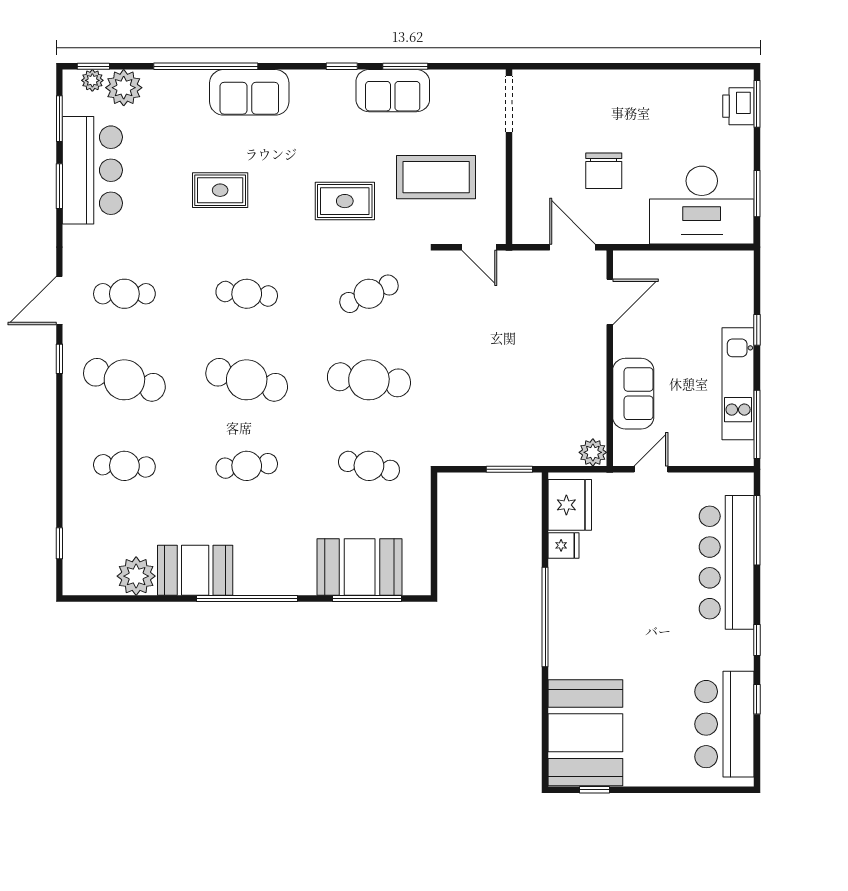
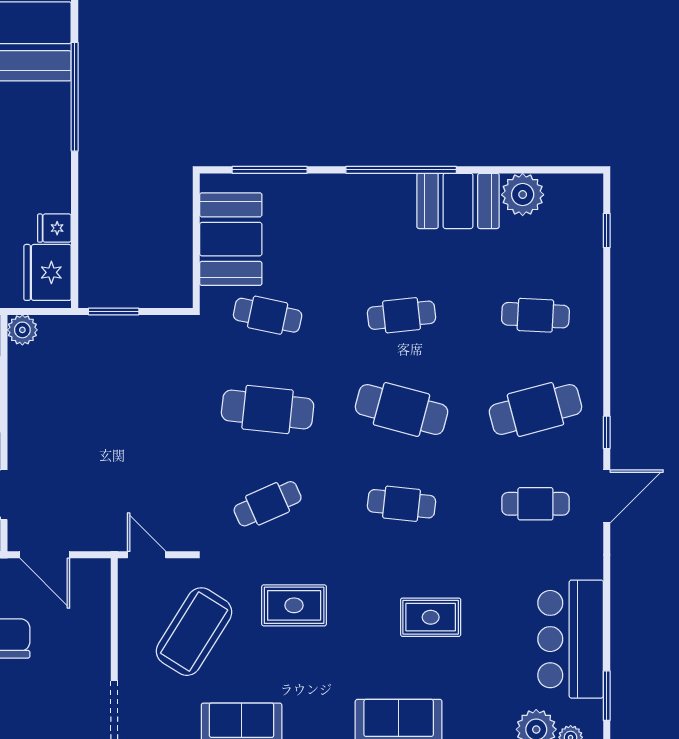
coffee table: (436, 177) -> (194, 632), turned -58
window: (59, 186) -> (607, 622), removed
cafe table: (124, 380) -> (535, 409), turned -30
booth: (360, 567) -> (231, 239), moved, turned 90
window: (545, 617) -> (75, 97), moved

